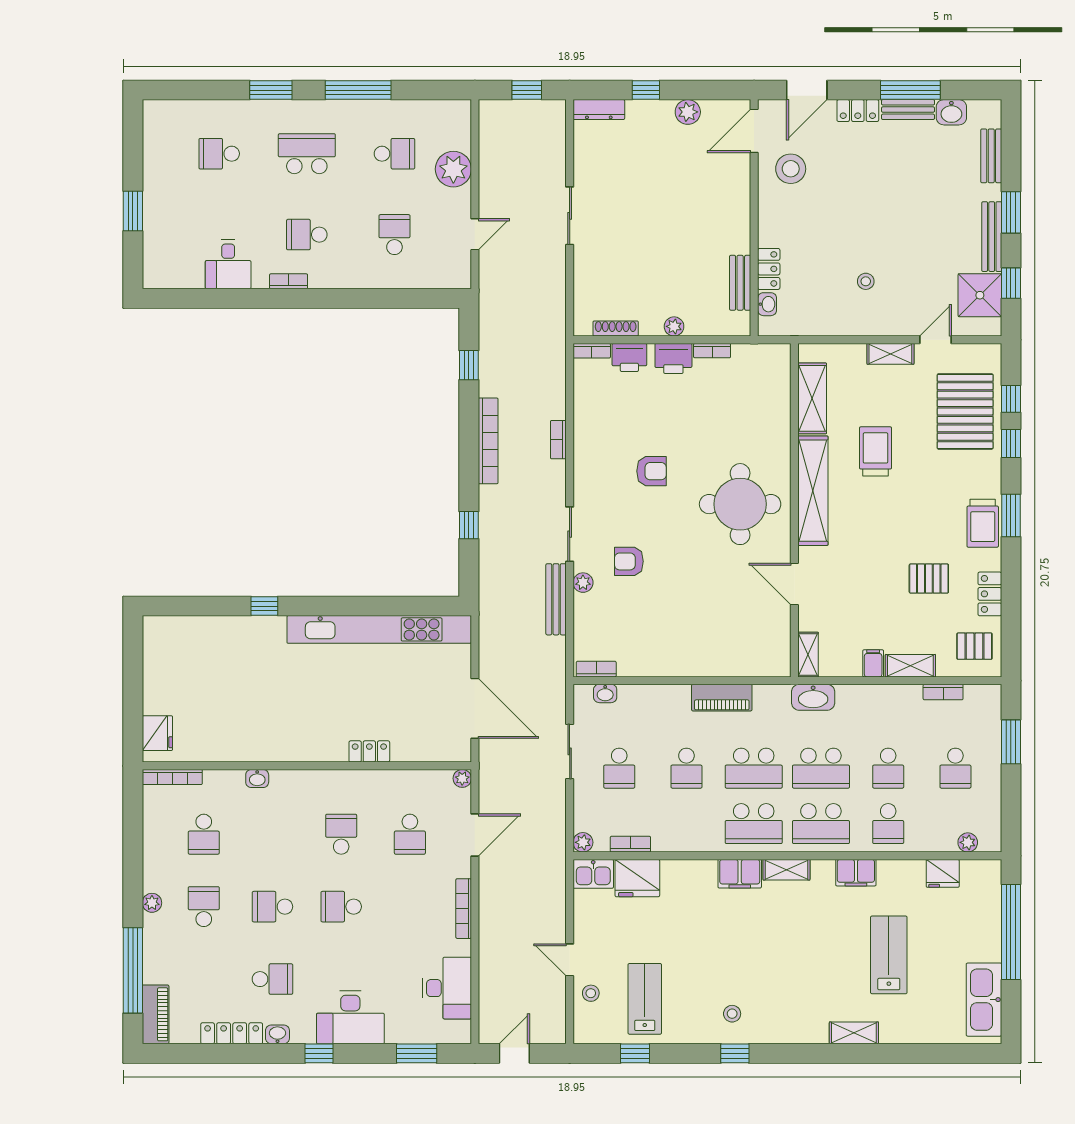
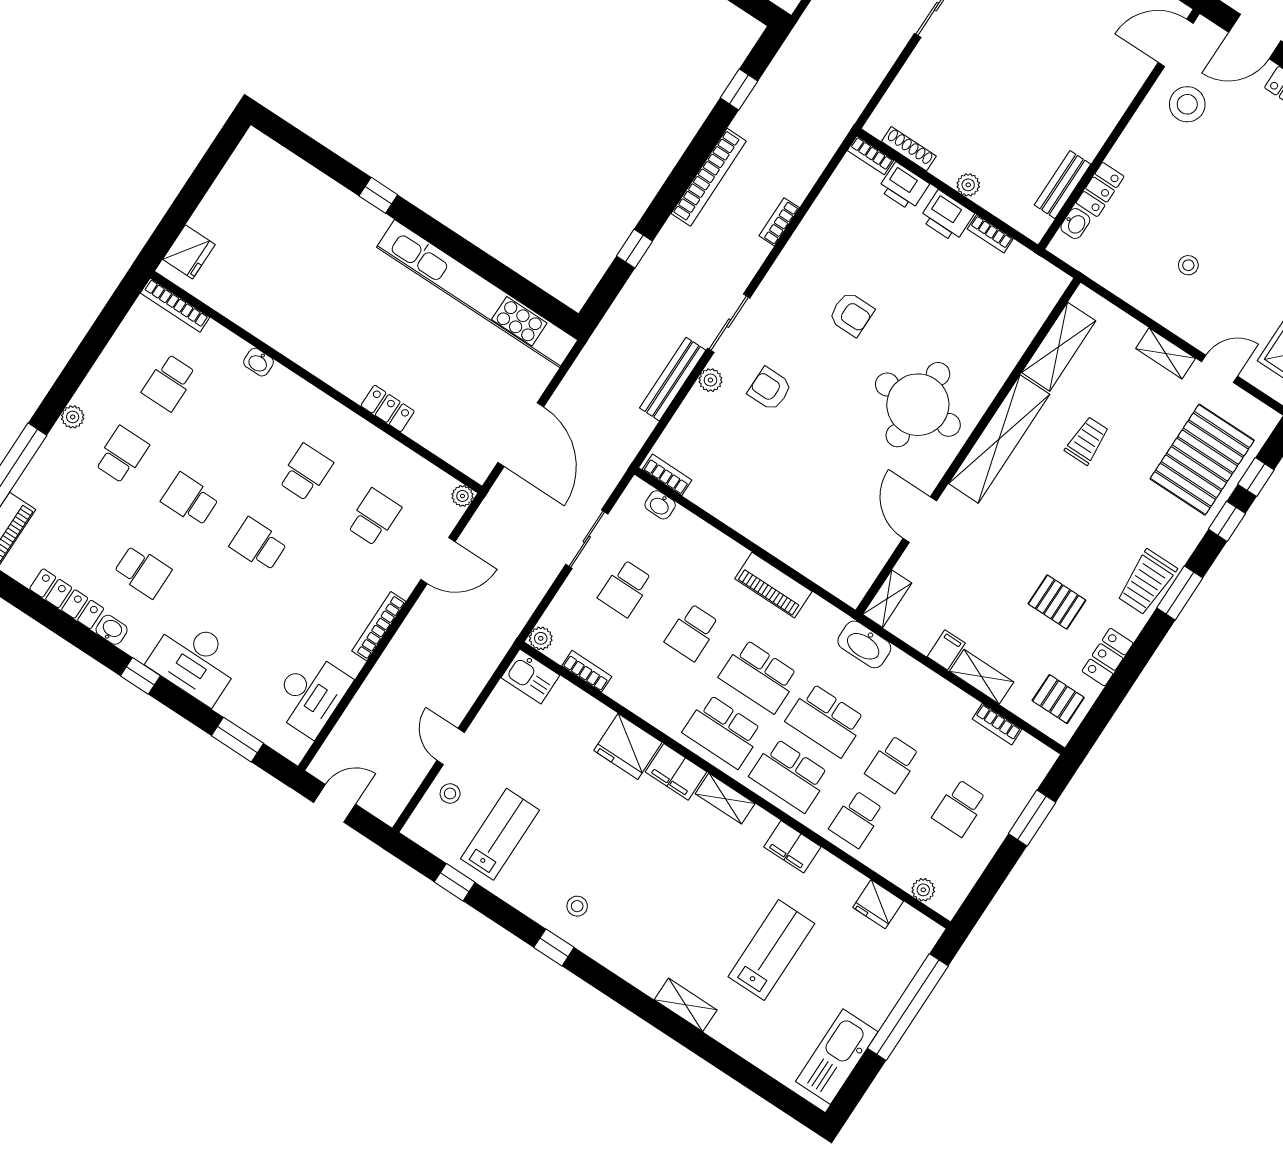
trolley: (876, 451) -> (1087, 441), width x0.73, depth x0.72
school desk: (410, 834) -> (374, 517), turned 180
fridge: (637, 878) -> (628, 746), moved

